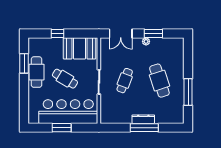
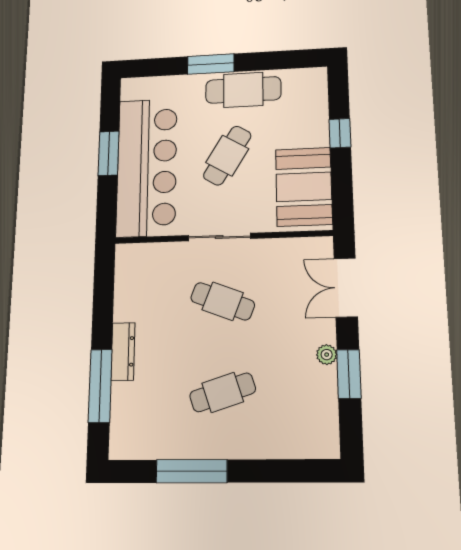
window: (24, 63) -> (211, 64), moved
cafe table: (159, 81) -> (223, 392), width x0.73, depth x0.74
window: (144, 128) -> (100, 386), moved

